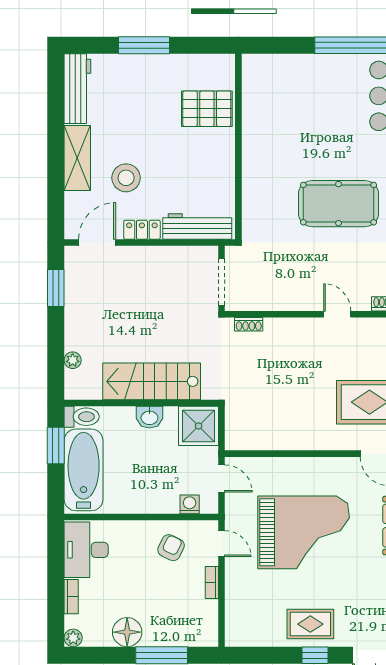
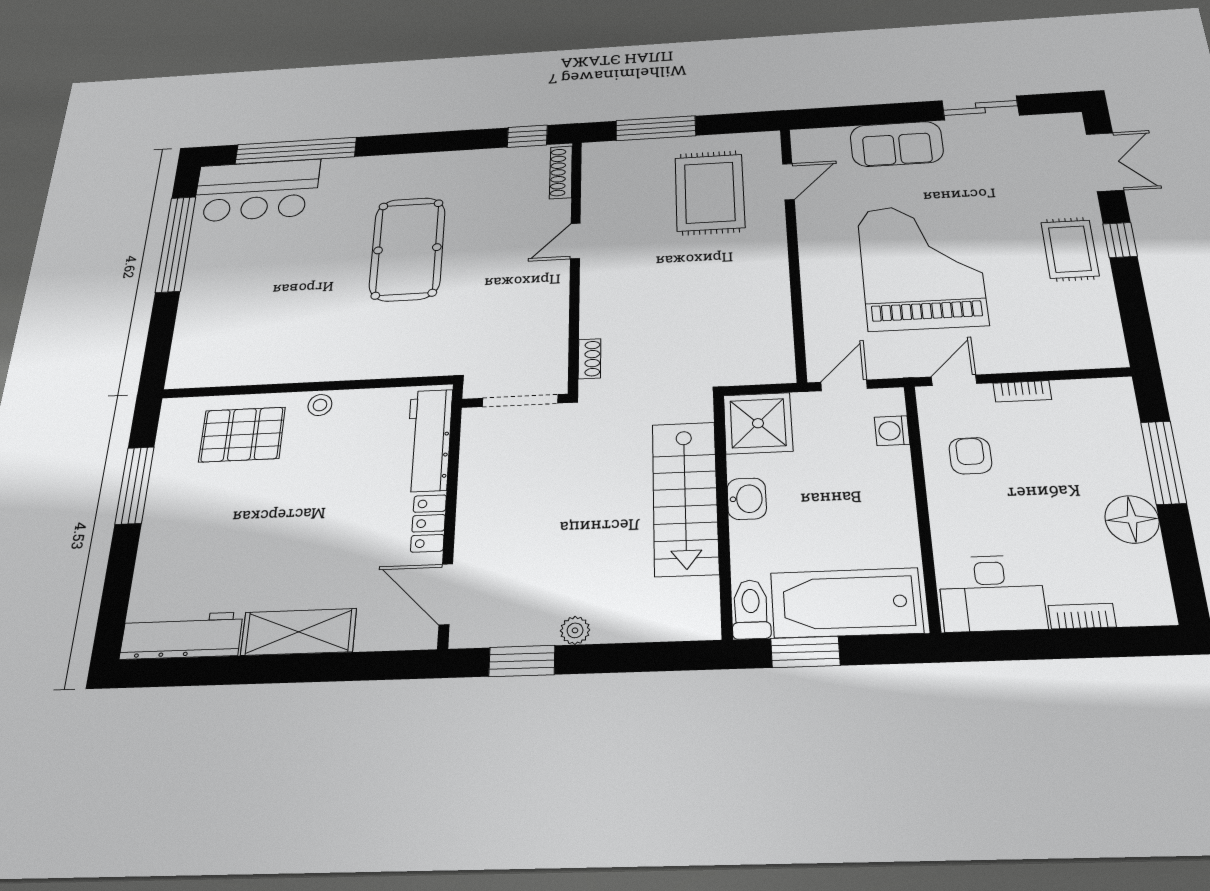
window: (144, 45) -> (135, 485), moved
pallet: (207, 109) -> (242, 434), turned 90
stool: (126, 178) -> (320, 405), moved, width x0.53, depth x0.53
plant: (73, 360) -> (575, 630), moved
armchair: (171, 548) -> (970, 456), turned 64
plant: (73, 638) -> (1159, 610), removed

